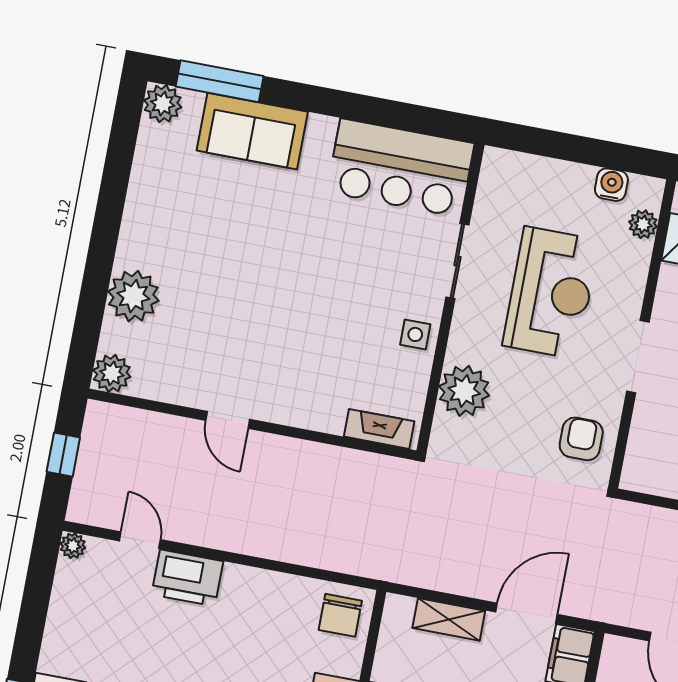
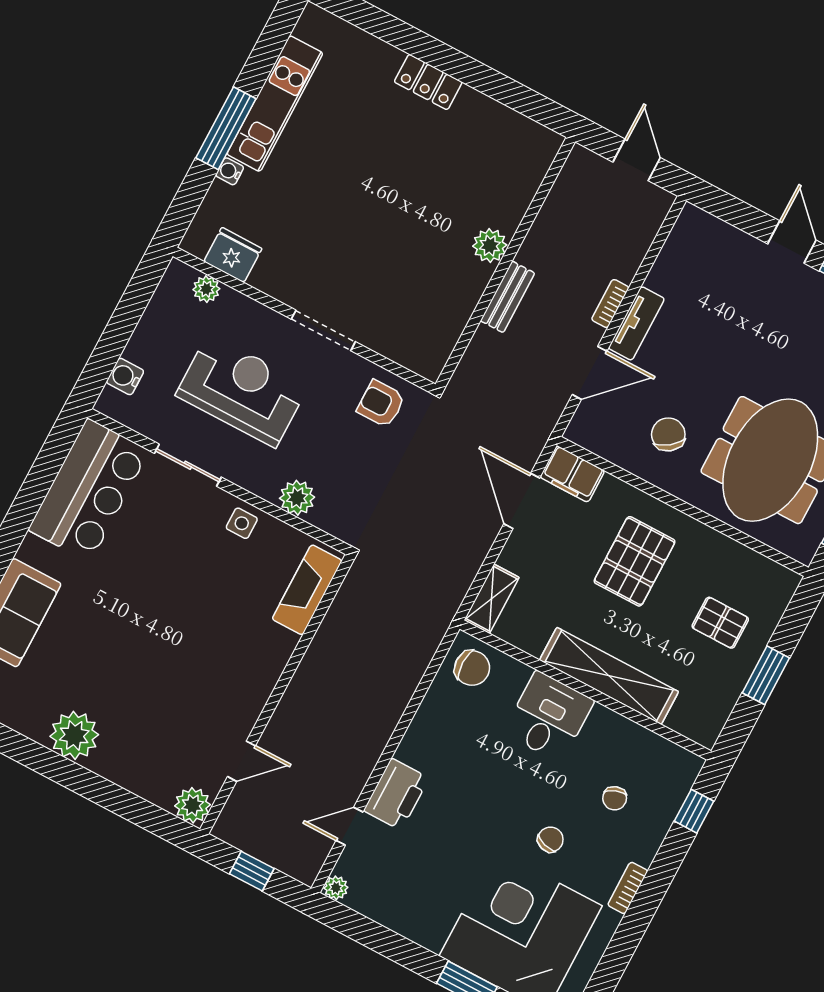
water cooler: (611, 185) -> (125, 376), moved
plant: (133, 296) -> (74, 735), moved
plant: (464, 391) -> (297, 498), width x0.73, depth x0.73
door: (228, 420) -> (242, 761), moved
fireplace: (379, 429) -> (307, 590), width x1.37, depth x1.32
shelving: (449, 619) -> (492, 599), moved

